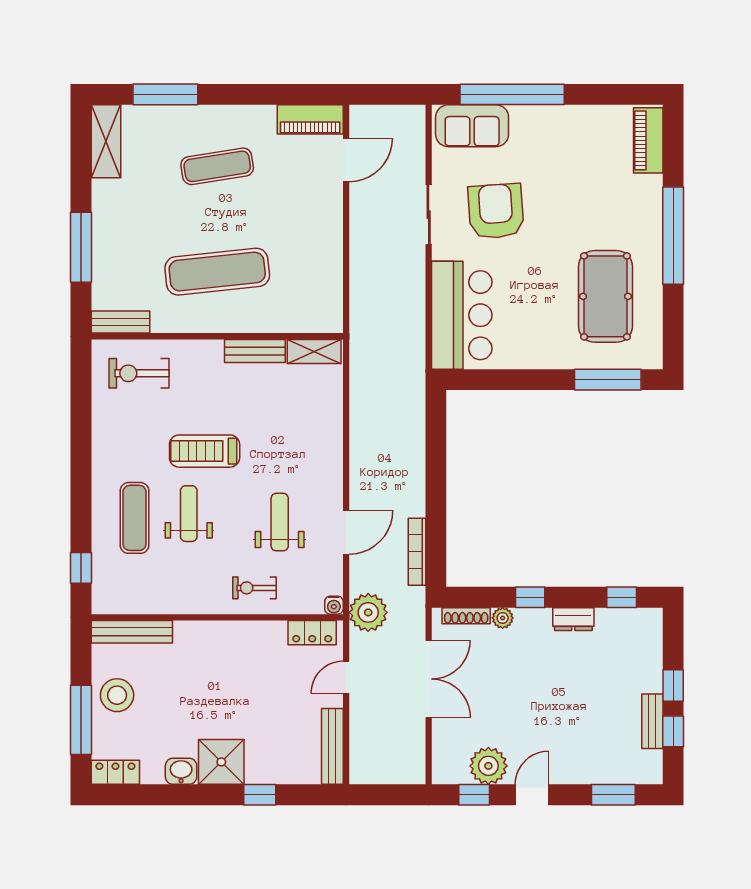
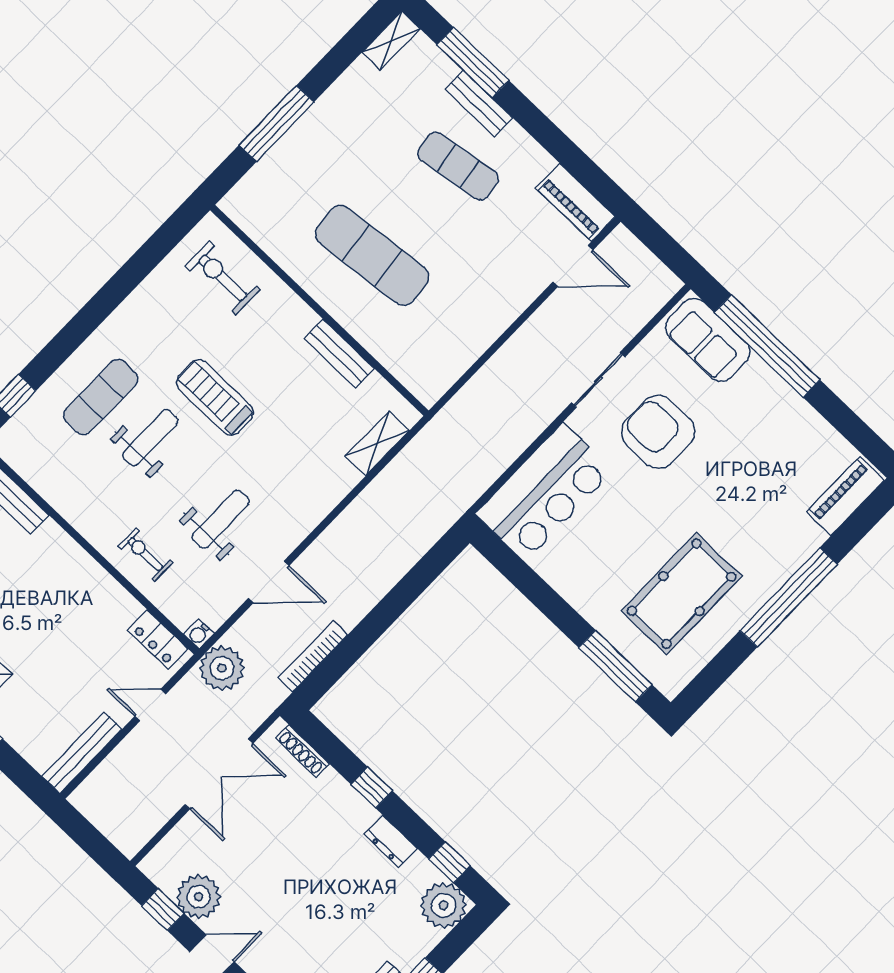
shelving: (106, 141) -> (391, 41), width x0.67, depth x0.75
armchair: (496, 211) -> (658, 432), turned -86
bench: (120, 322) -> (479, 104), moved
shelving: (314, 351) -> (377, 443), moved, turned 90
plant: (503, 618) -> (444, 905), moved, width x1.87, depth x1.87

